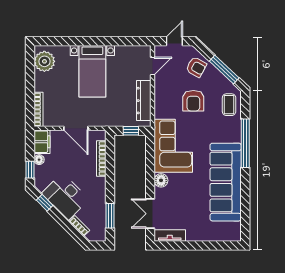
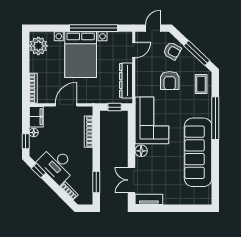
window: (107, 41) -> (94, 28), added
bed with nightstands: (92, 71) -> (81, 55), width x1.36
door: (76, 128) -> (66, 105), swing flipped

